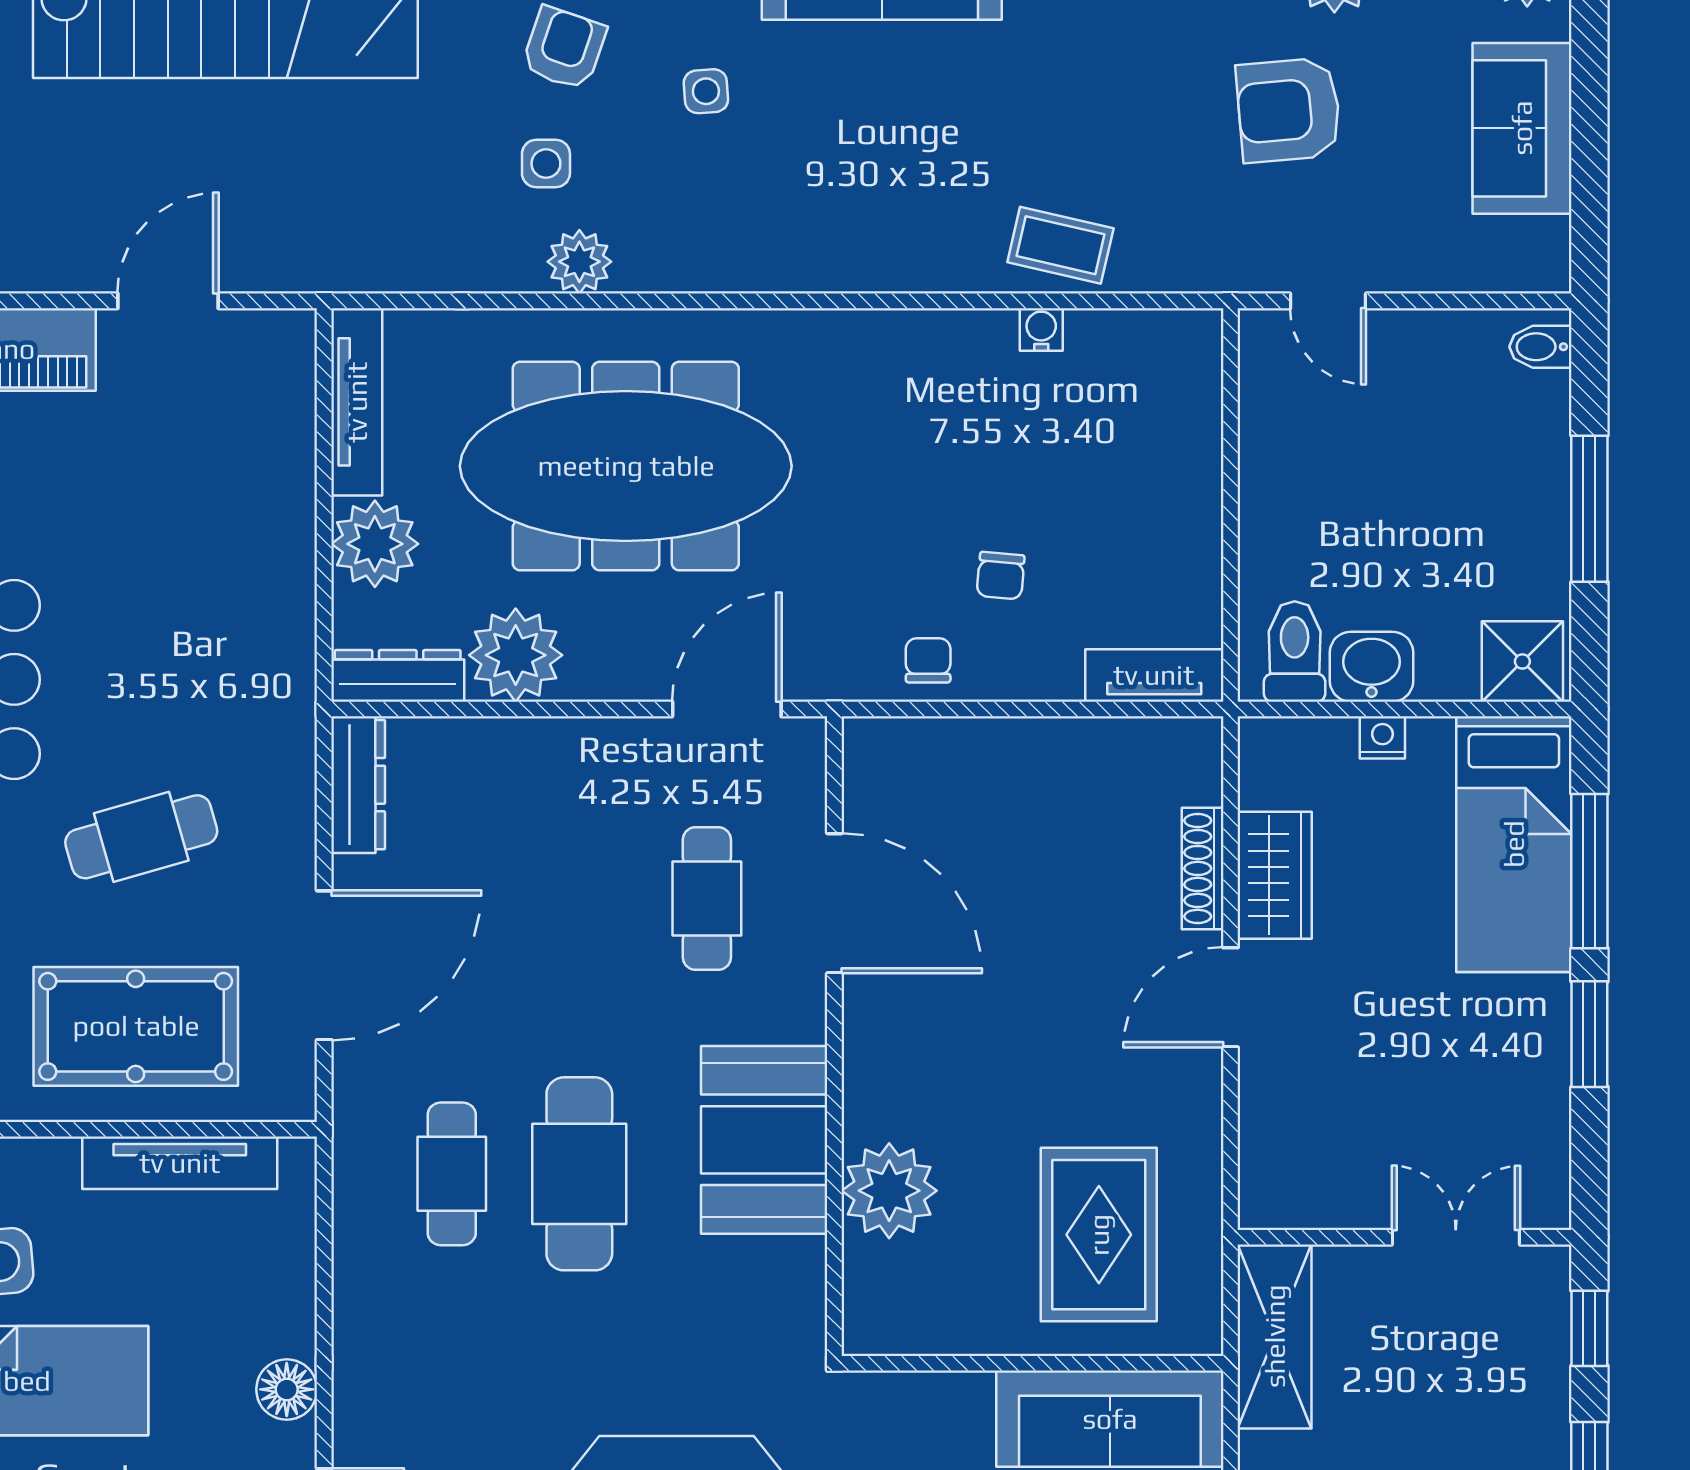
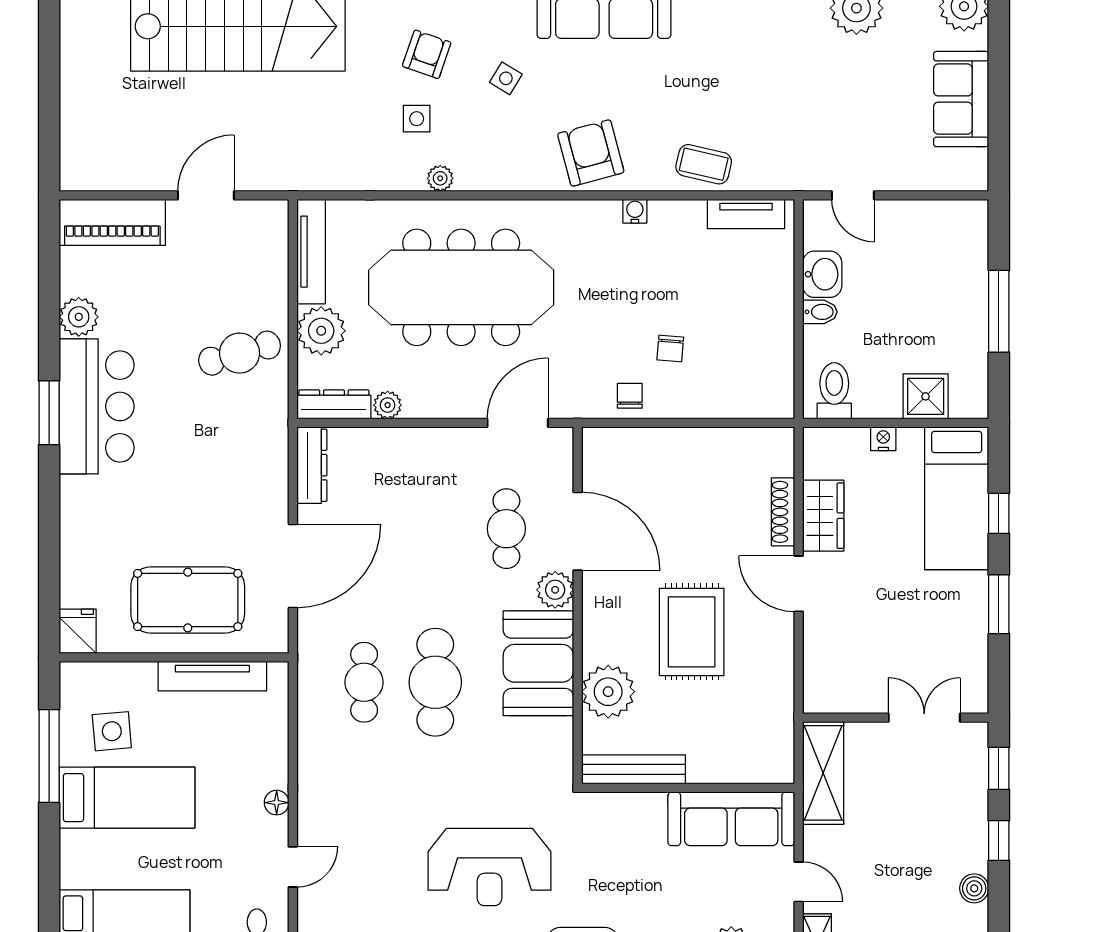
side table: (706, 91) -> (506, 78), turned 35
armchair: (1289, 110) -> (591, 153), moved, turned 80
plant: (579, 262) -> (440, 178), width x0.73, depth x0.73
water cooler: (1041, 329) -> (635, 211), moved
bidet: (1540, 347) -> (820, 312), moved, turned 180
plant: (516, 655) -> (388, 405), width x0.53, depth x0.53
shower: (1522, 661) -> (926, 396), moved
washbasin: (1371, 667) -> (822, 274), moved, turned 90
tv unit: (1154, 675) -> (746, 214), moved, turned 180
cafe table: (141, 837) -> (240, 353), moved
window: (1589, 871) -> (999, 513), width x0.46
door: (1231, 997) -> (799, 584), hinge flipped
plant: (794, 1008) -> (555, 590), added
rug: (1099, 1235) -> (692, 632), moved
bench: (935, 1330) -> (634, 769), added
floor lamp: (287, 1389) -> (277, 803), width x0.73, depth x0.73

